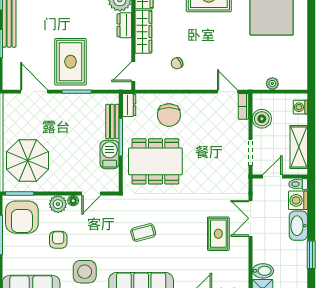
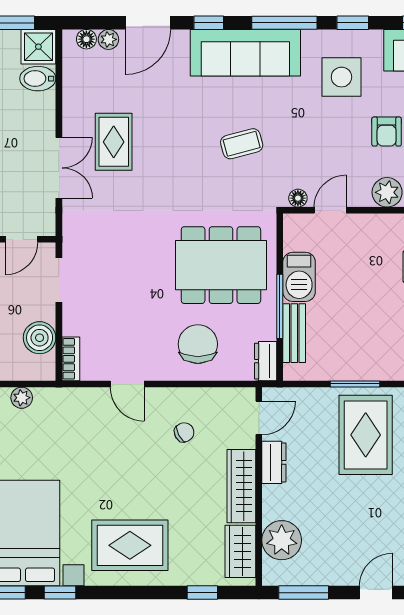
dresser: (124, 25) -> (274, 462), moved
door: (227, 92) -> (127, 384), moved
floor lamp: (73, 201) -> (298, 198), moved

